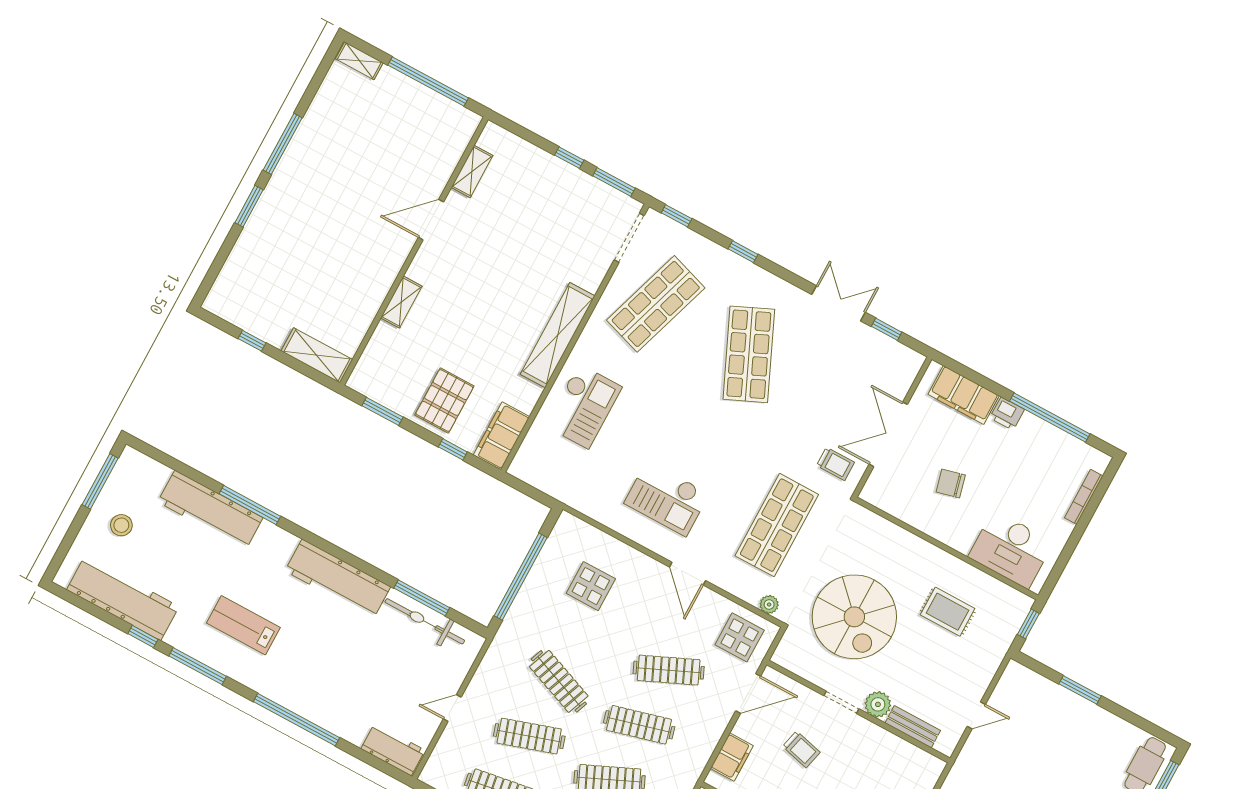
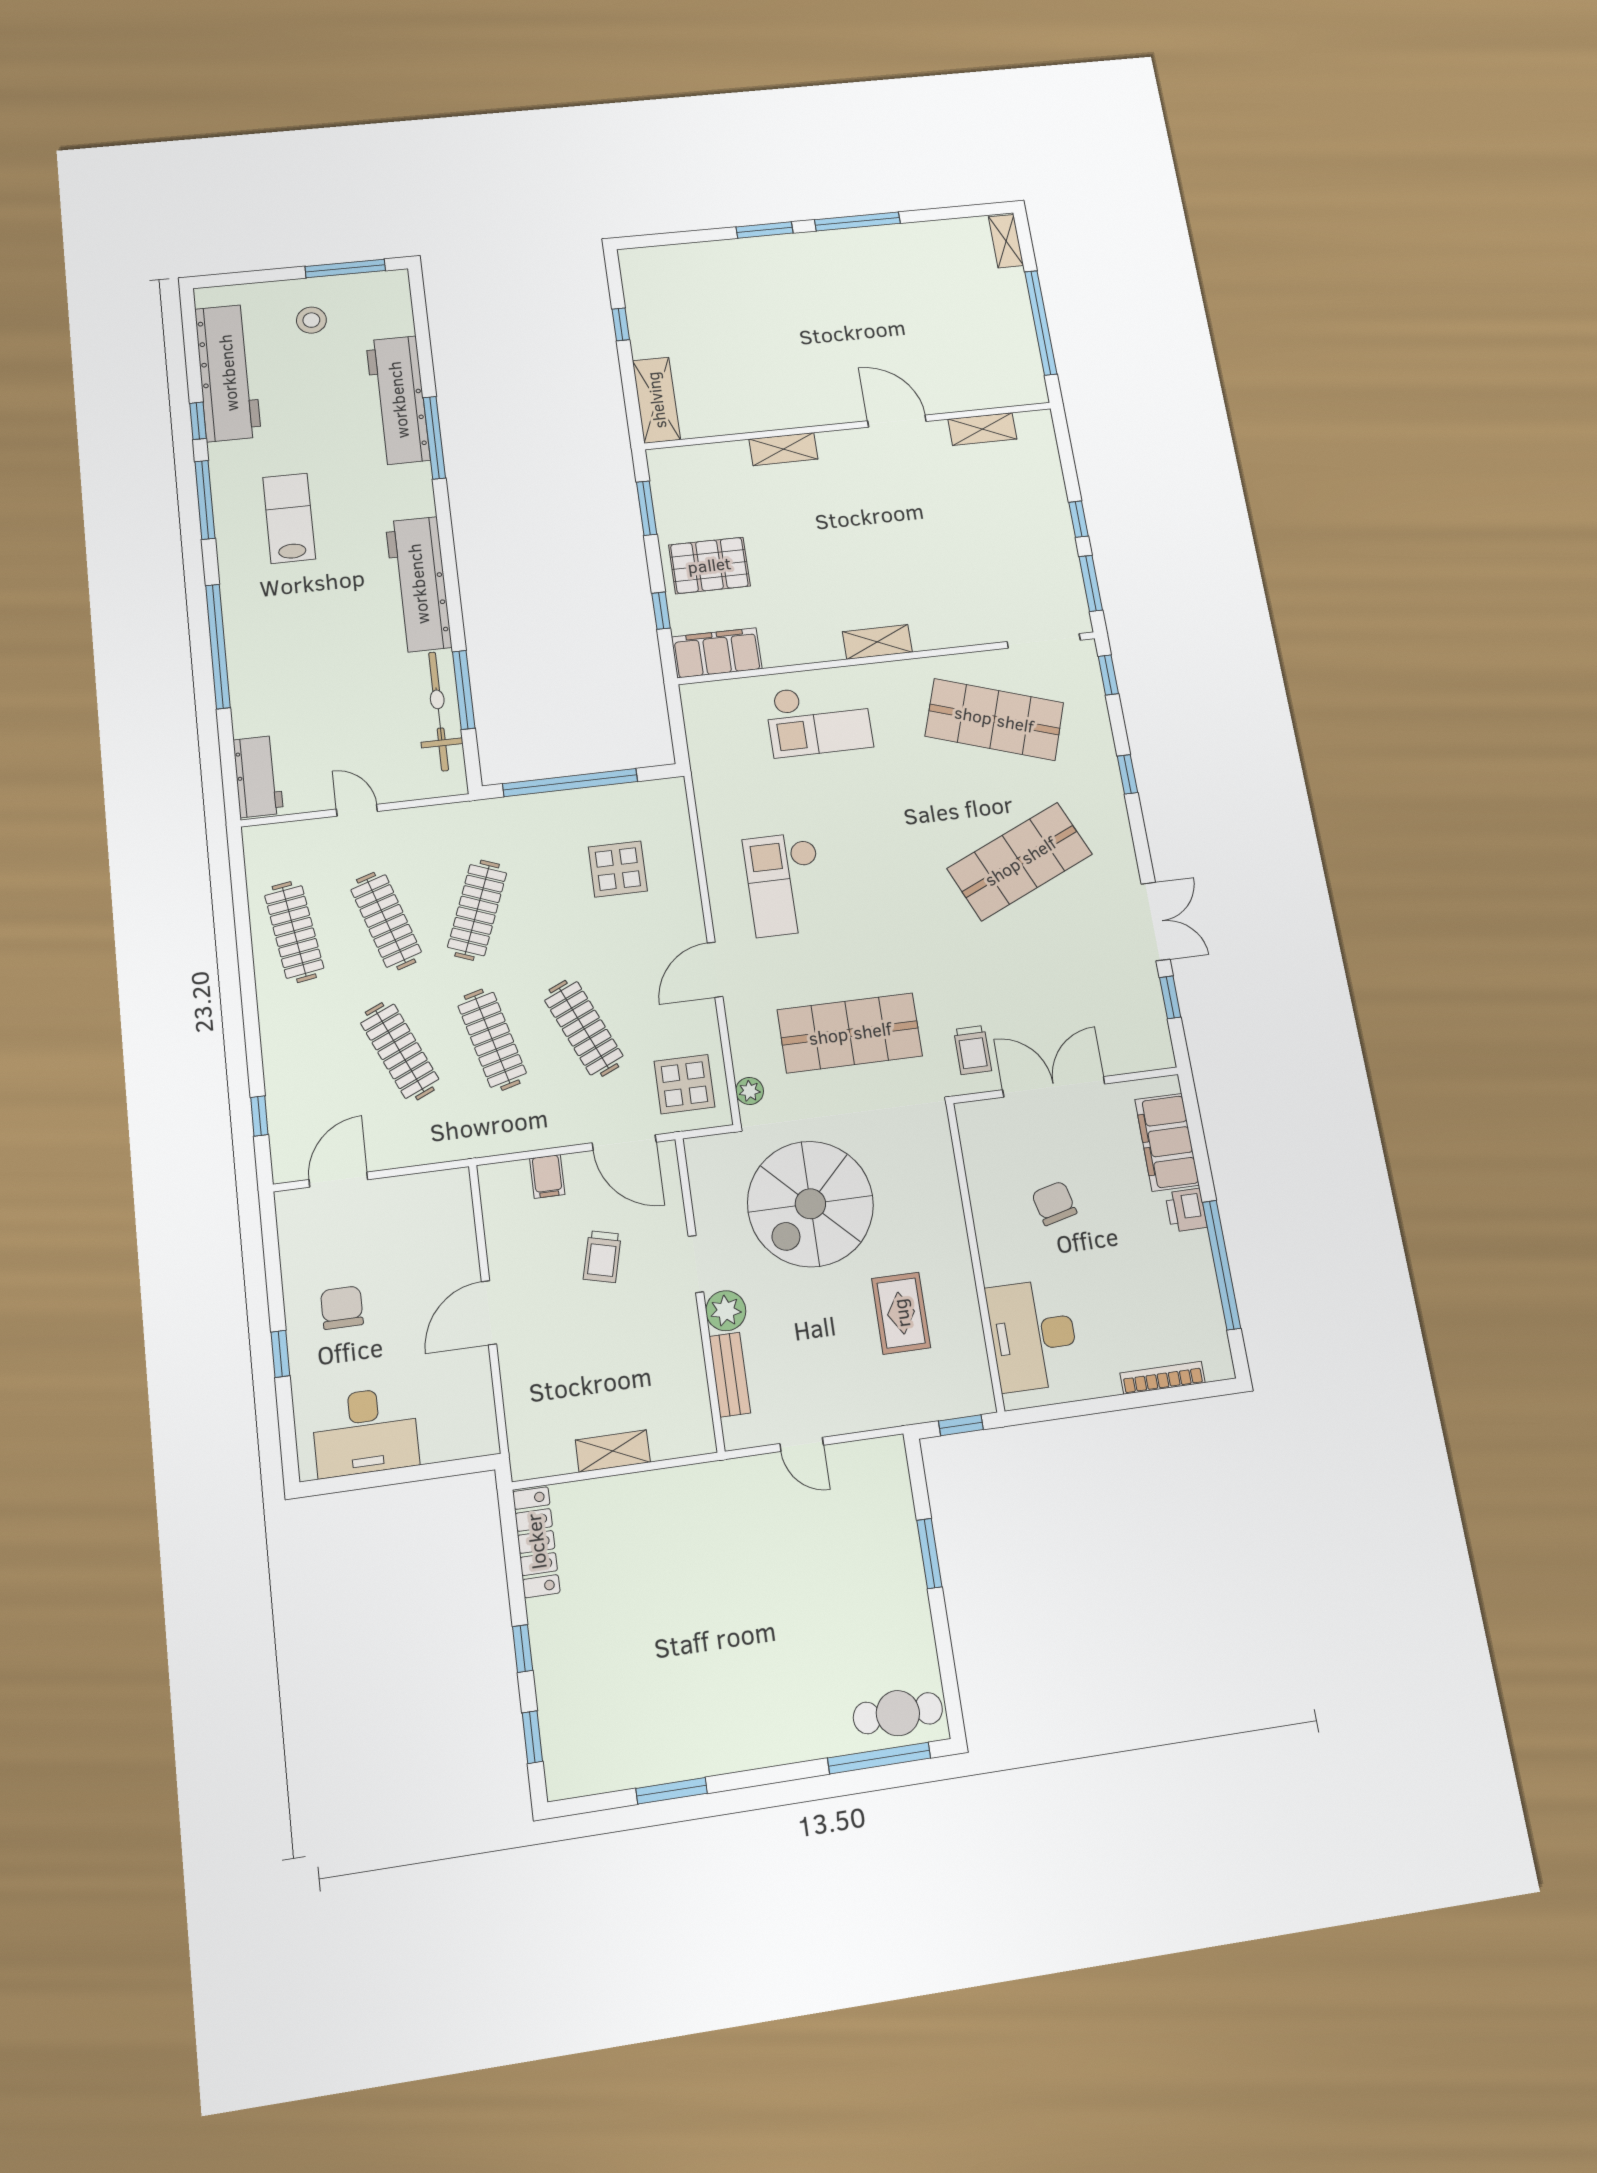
shelving: (558, 335) -> (877, 642), width x0.45, depth x0.75
filing cabinet: (732, 757) -> (547, 1176), width x0.50

